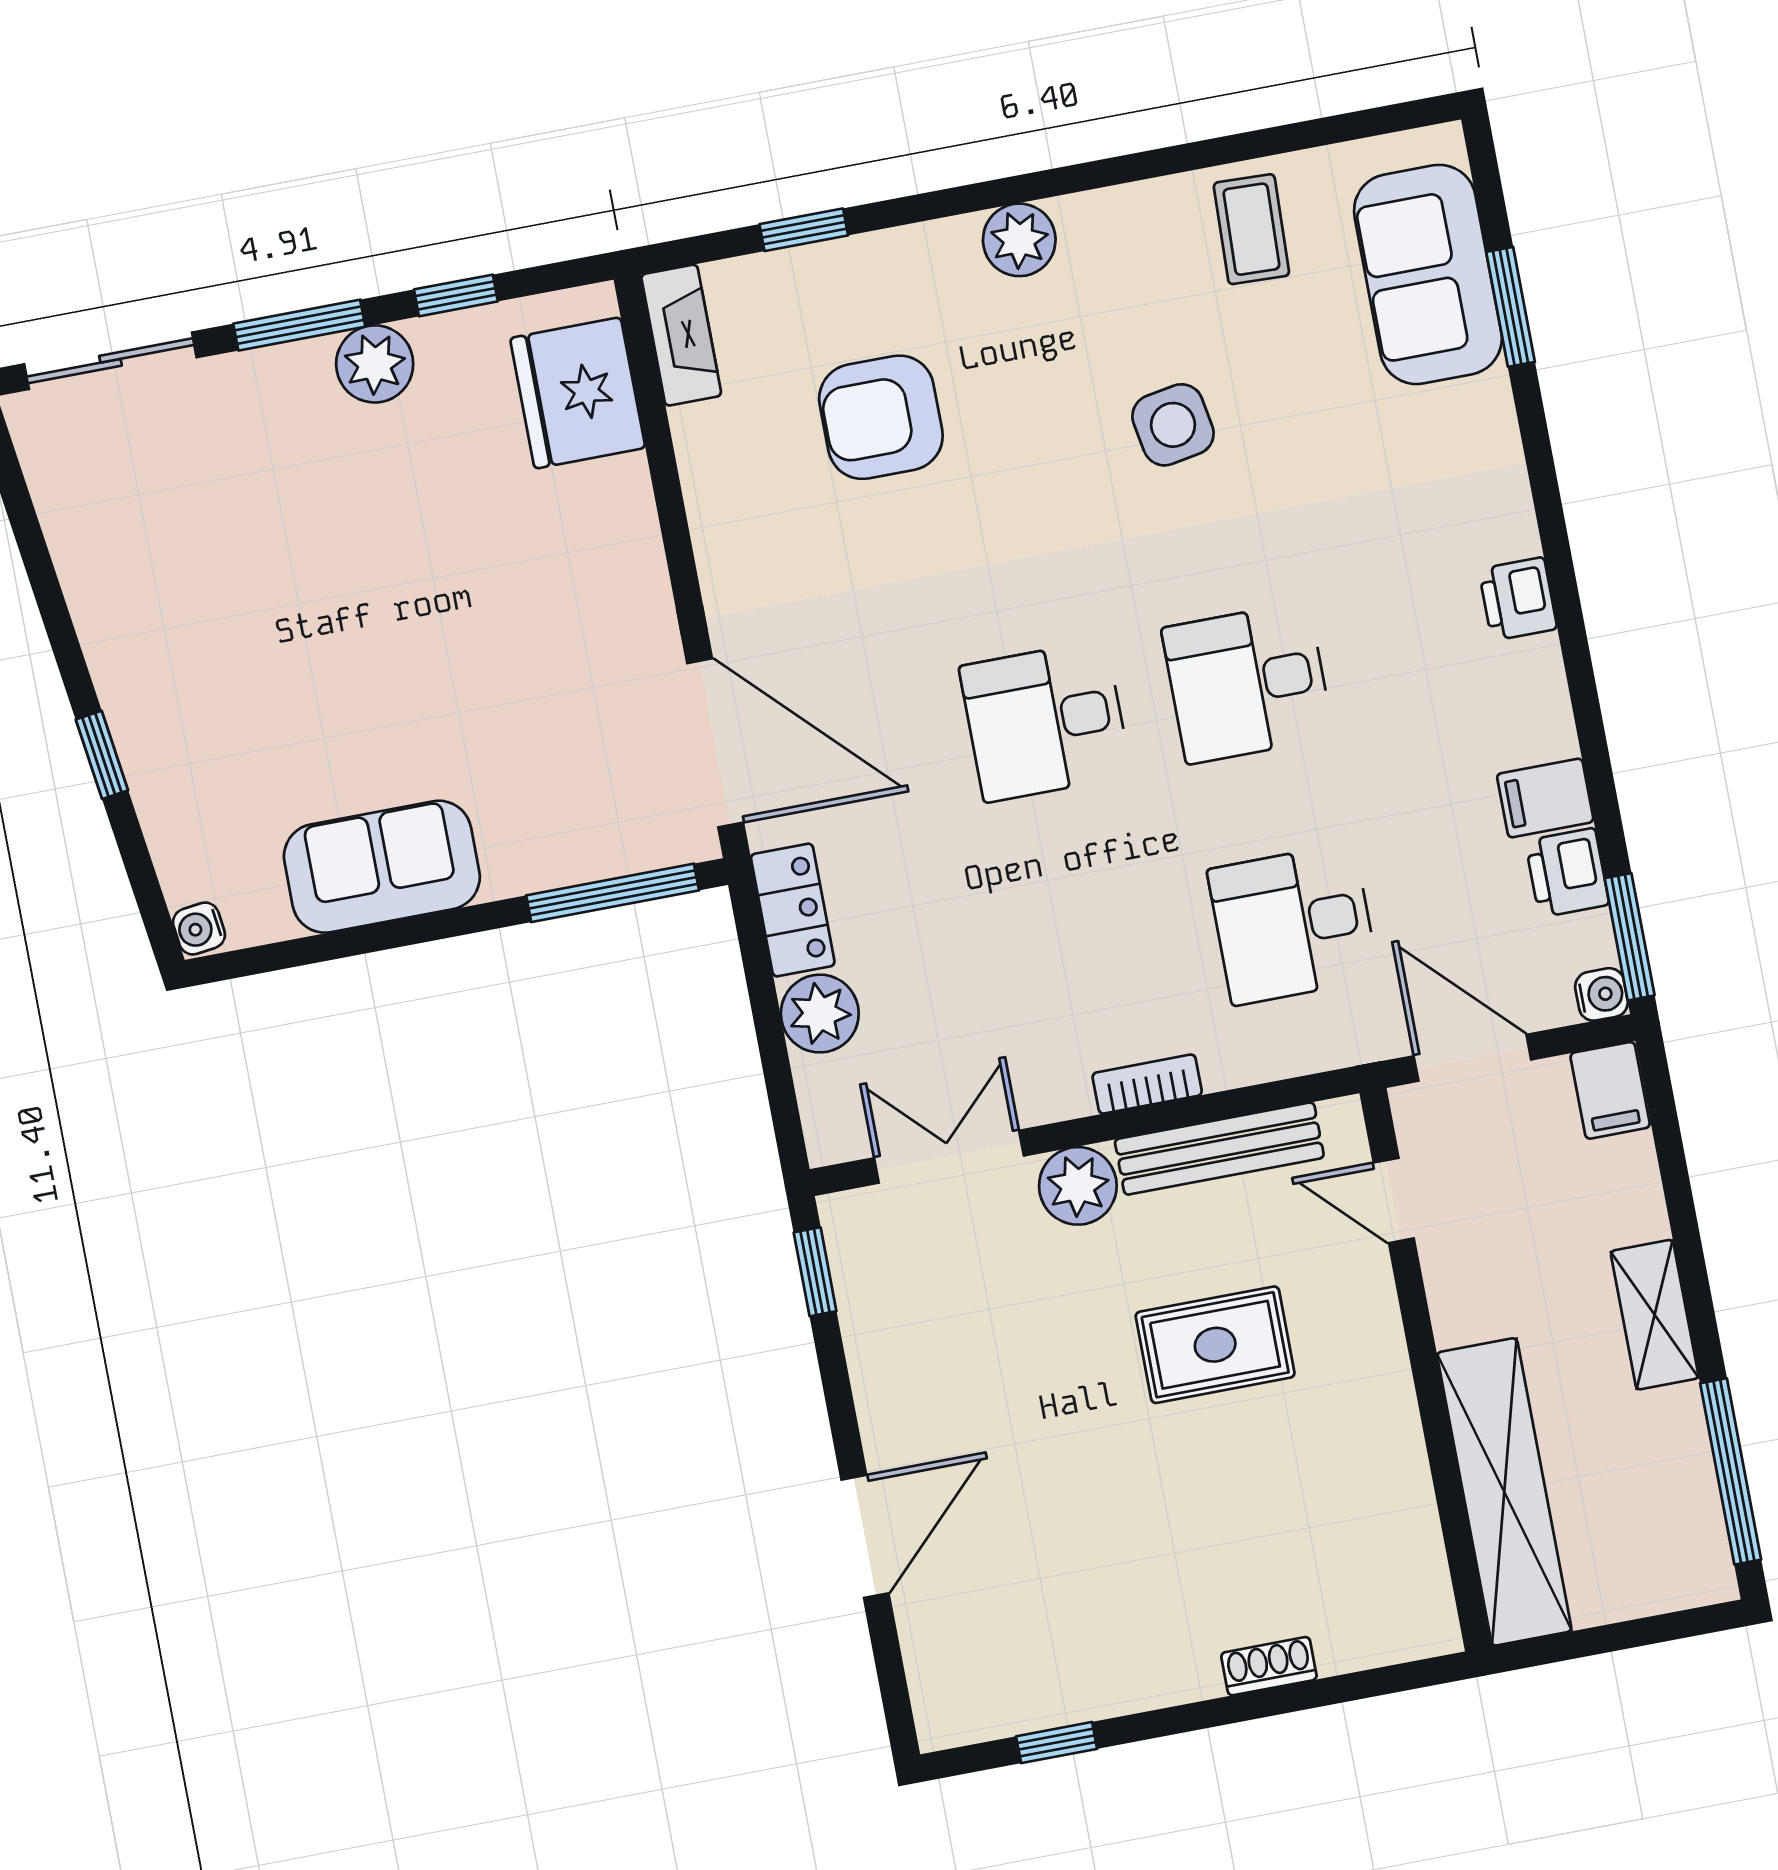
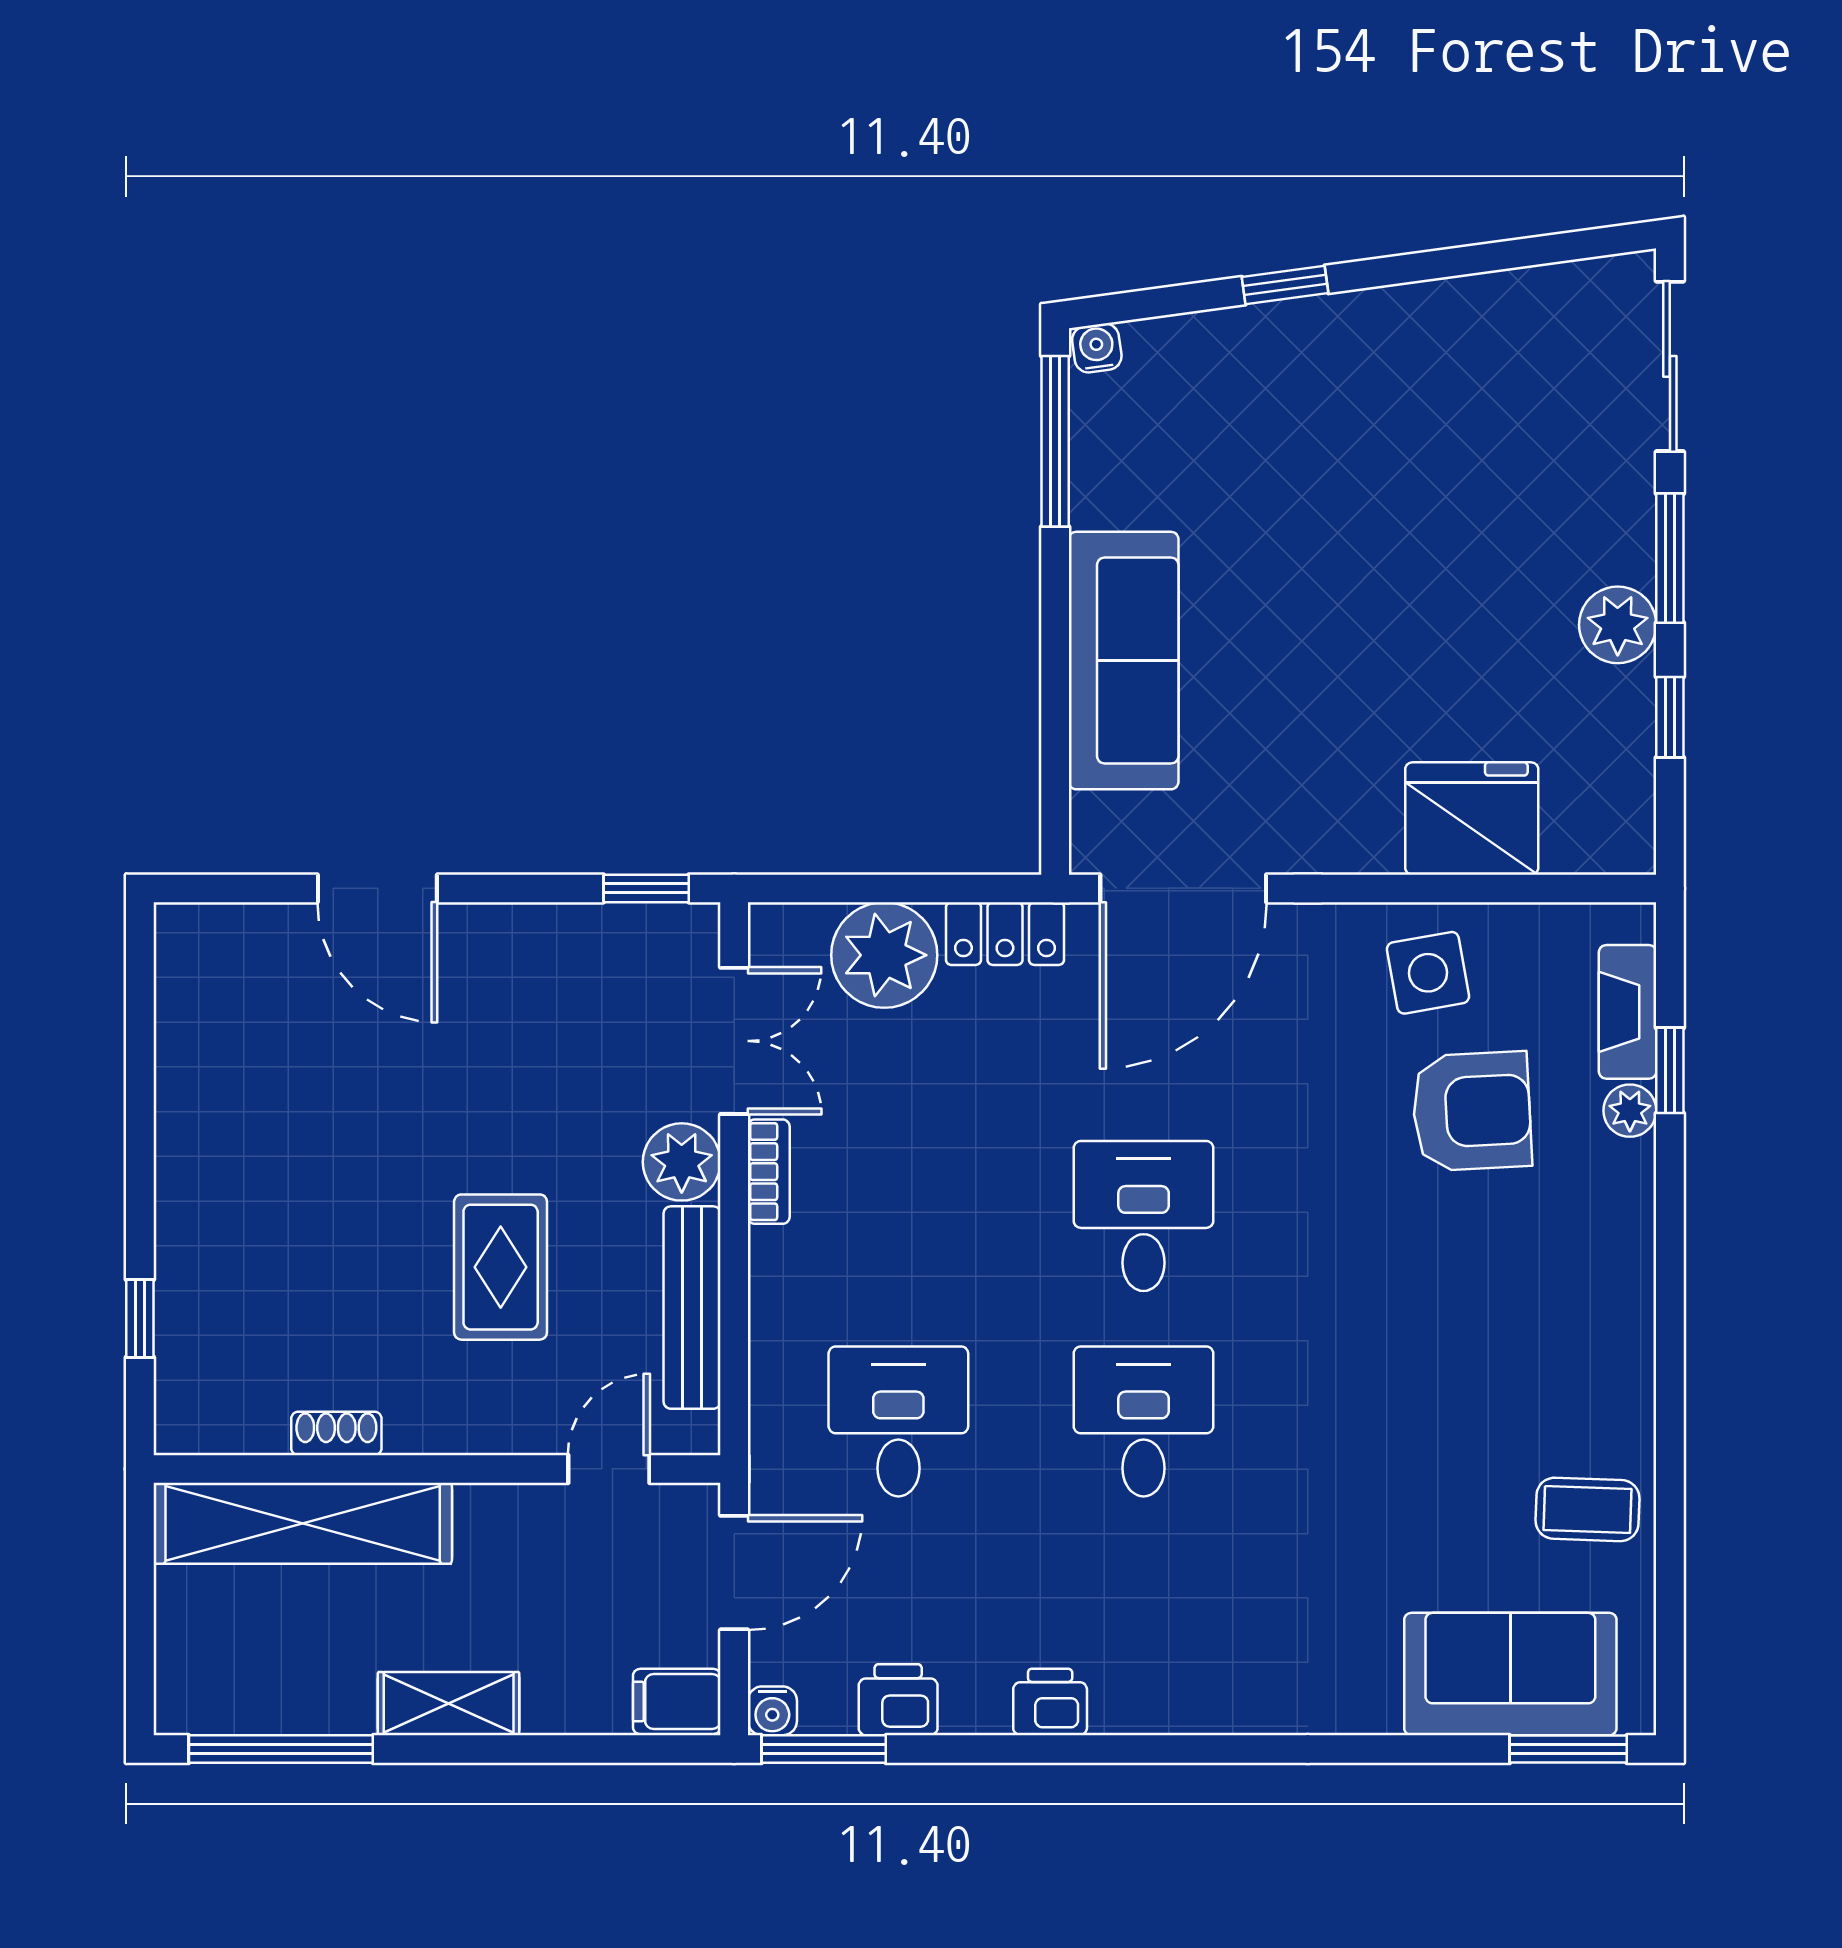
plant: (1019, 240) -> (1630, 1111), moved, width x0.73, depth x0.73
window: (1511, 307) -> (1568, 1749), moved
fireplace: (681, 335) -> (1628, 1012), moved, turned 90
fridge: (578, 393) -> (1472, 818), moved
armchair: (881, 417) -> (1472, 1111), turned 87
side table: (1173, 425) -> (1428, 973), moved
printer: (1518, 599) -> (1050, 1702), moved
filing cabinet: (1545, 798) -> (975, 1692), removed
sofa: (382, 867) -> (1124, 661), moved, width x1.36
window: (613, 893) -> (1055, 441), moved
plant: (820, 1014) -> (884, 955), width x1.36, depth x1.36
bookcase: (1147, 1084) -> (769, 1172), moved
shoe rack: (1269, 1666) -> (336, 1433), moved, turned -90
window: (1057, 1743) -> (140, 1318), moved

